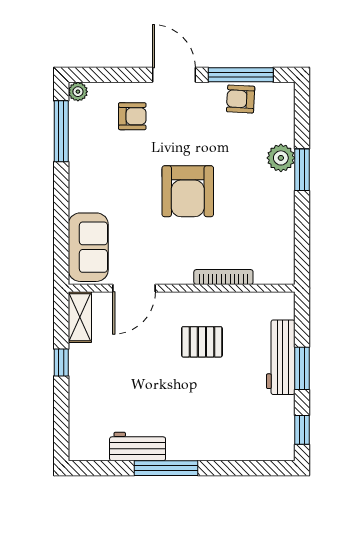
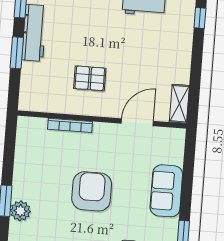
sofa: (88, 247) -> (166, 191), moved
workbench: (281, 357) -> (34, 33), moved
window: (61, 362) -> (200, 18), moved

